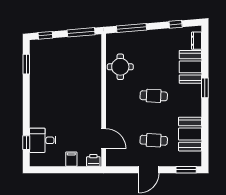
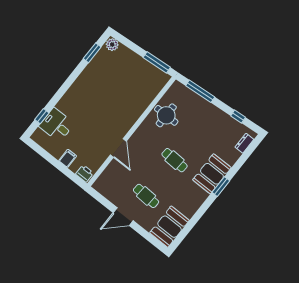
window: (45, 35) -> (126, 42), removed
plant: (36, 46) -> (112, 45), added
booth: (190, 67) -> (212, 174), moved
booth: (190, 134) -> (170, 227), moved
door: (104, 139) -> (118, 148), moved
window: (186, 170) -> (153, 241), removed

